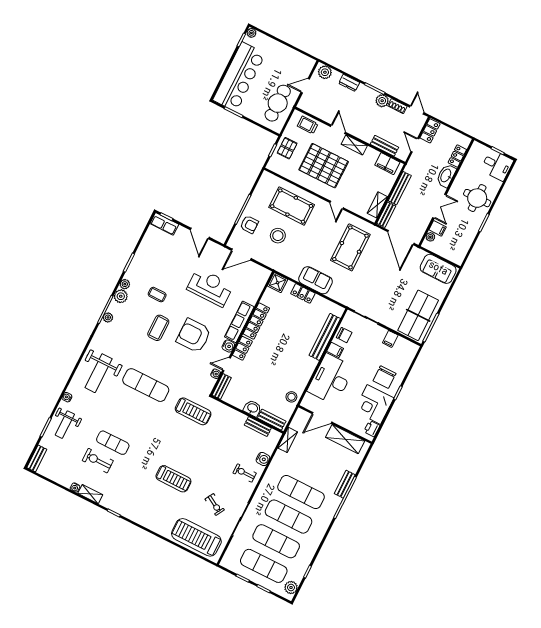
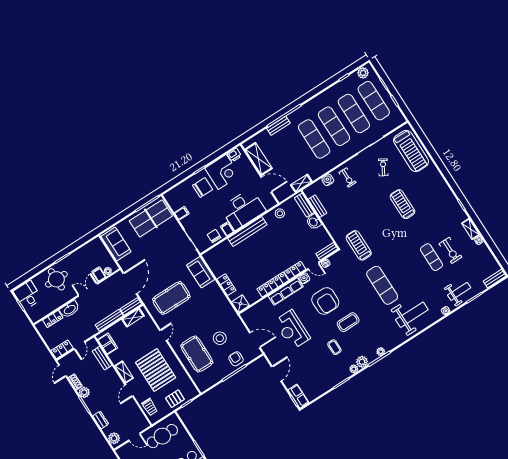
sofa: (316, 280) -> (201, 272), moved
bench: (325, 337) -> (247, 231), moved

